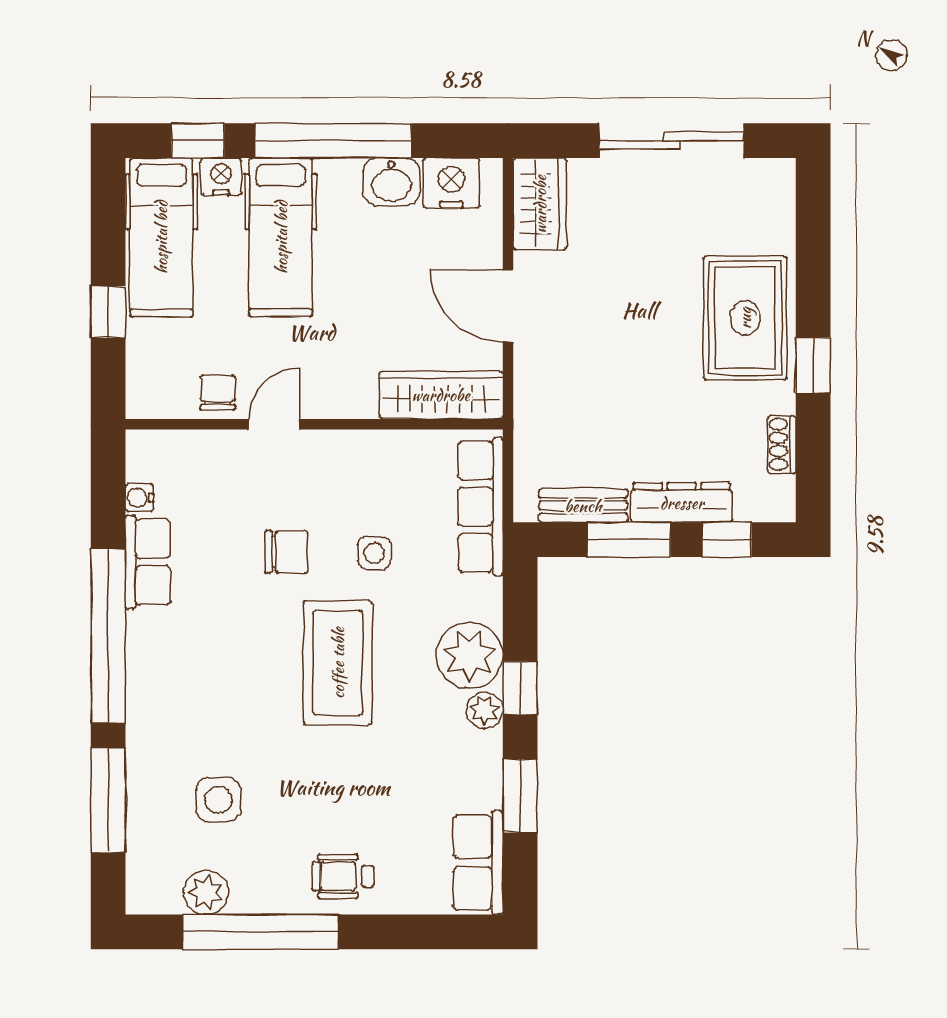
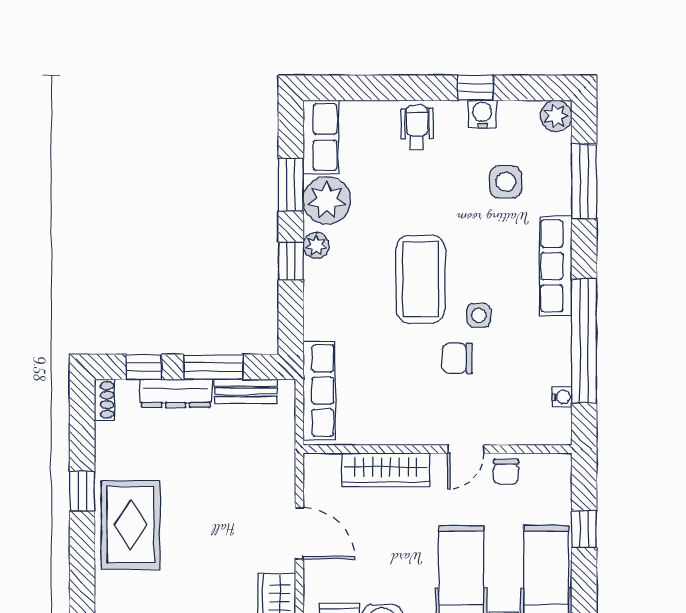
wardrobe: (441, 395) -> (386, 470), moved
shoe rack: (782, 445) -> (104, 400), moved
side table: (374, 553) -> (479, 315), moved
row of seats: (148, 562) -> (556, 266), moved, width x1.48
window: (108, 636) -> (584, 341), moved
plant: (469, 655) -> (327, 200), moved
wheelchair: (343, 876) -> (417, 127), turned -90
plant: (206, 893) -> (556, 116), moved
water cooler: (251, 895) -> (482, 114), added
window: (261, 932) -> (476, 88), width x0.32

